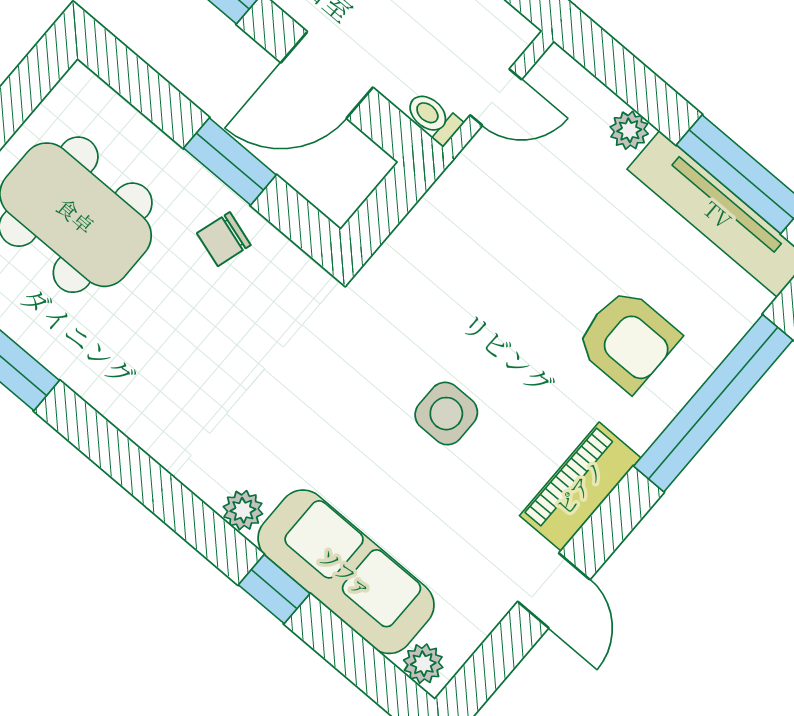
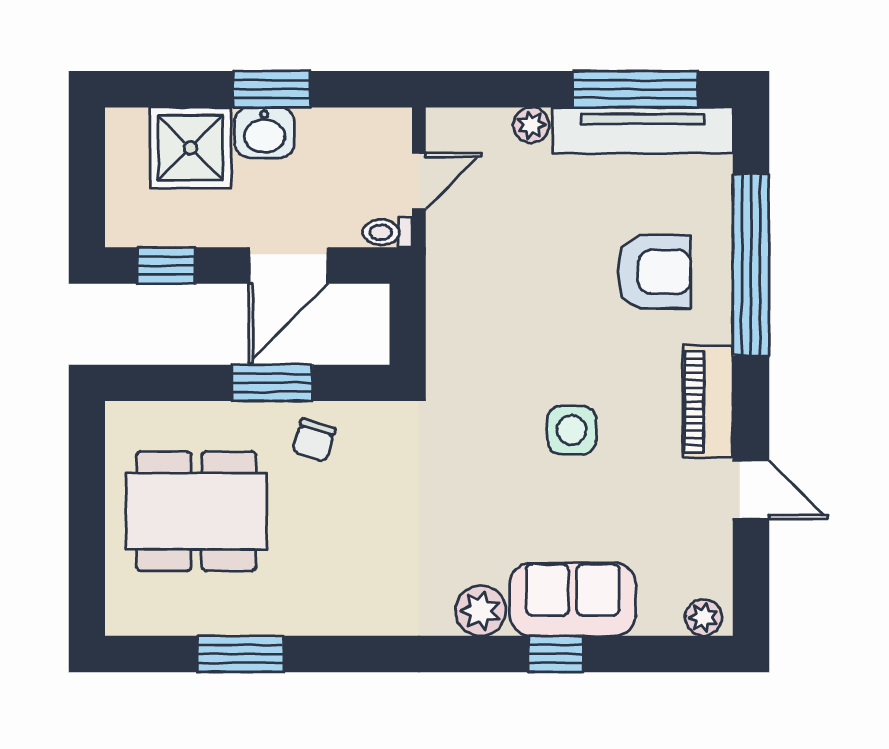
plant: (243, 510) -> (481, 611), width x1.38, depth x1.38
sofa: (346, 572) -> (573, 599), width x0.73

